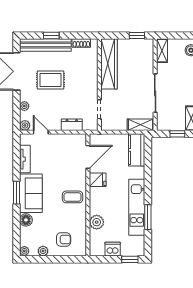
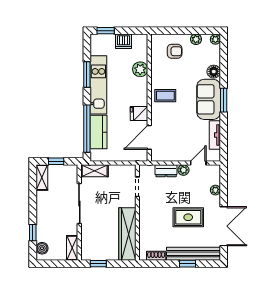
plant: (25, 125) -> (183, 170), moved
door: (41, 132) -> (198, 163), swing flipped
kitchen counter: (137, 150) -> (99, 132), moved
window: (148, 165) -> (87, 129), added
armchair: (64, 240) -> (175, 51), turned 180

